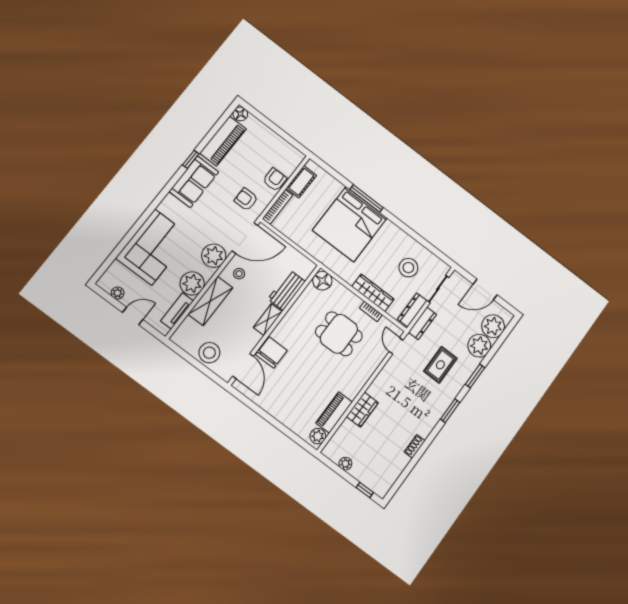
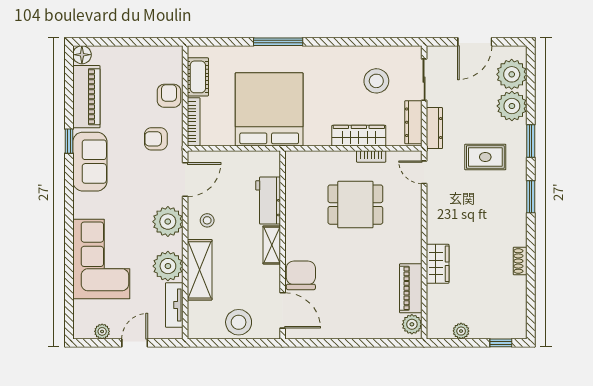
bed: (350, 224) -> (269, 109), moved, turned 180
door: (245, 238) -> (185, 180), width x0.73
floor lamp: (322, 281) -> (297, 163), removed
rug: (440, 365) -> (485, 157), turned 90

